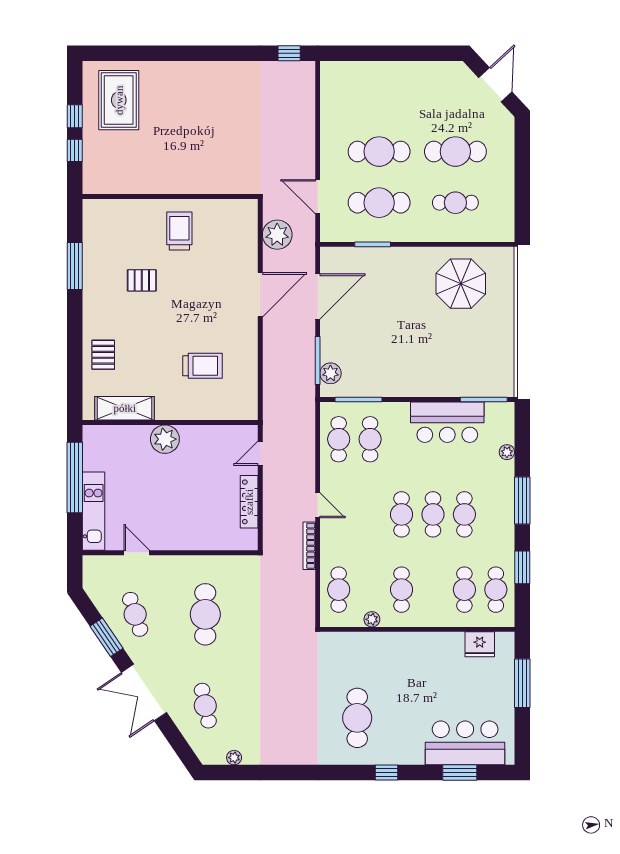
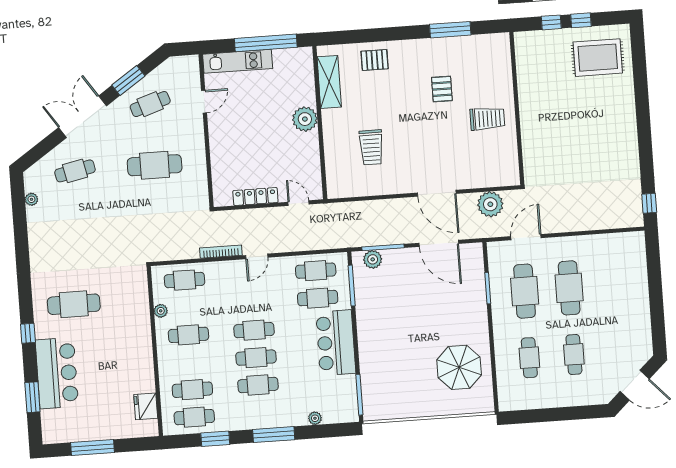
cafe table: (455, 152) -> (574, 354), width x0.73, depth x0.74
bar counter: (447, 422) -> (336, 343), moved
window: (522, 683) -> (93, 448), moved
bar counter: (465, 743) -> (57, 373), moved

